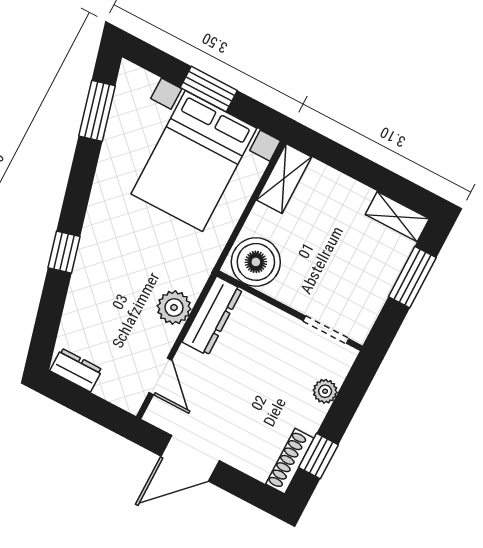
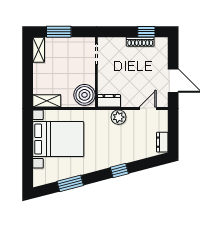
window: (209, 89) -> (28, 148), removed
window: (97, 111) -> (70, 183), moved
dresser: (212, 316) -> (109, 101), width x0.70
plant: (325, 391) -> (120, 42), removed
shoe rack: (290, 461) -> (140, 42), moved

